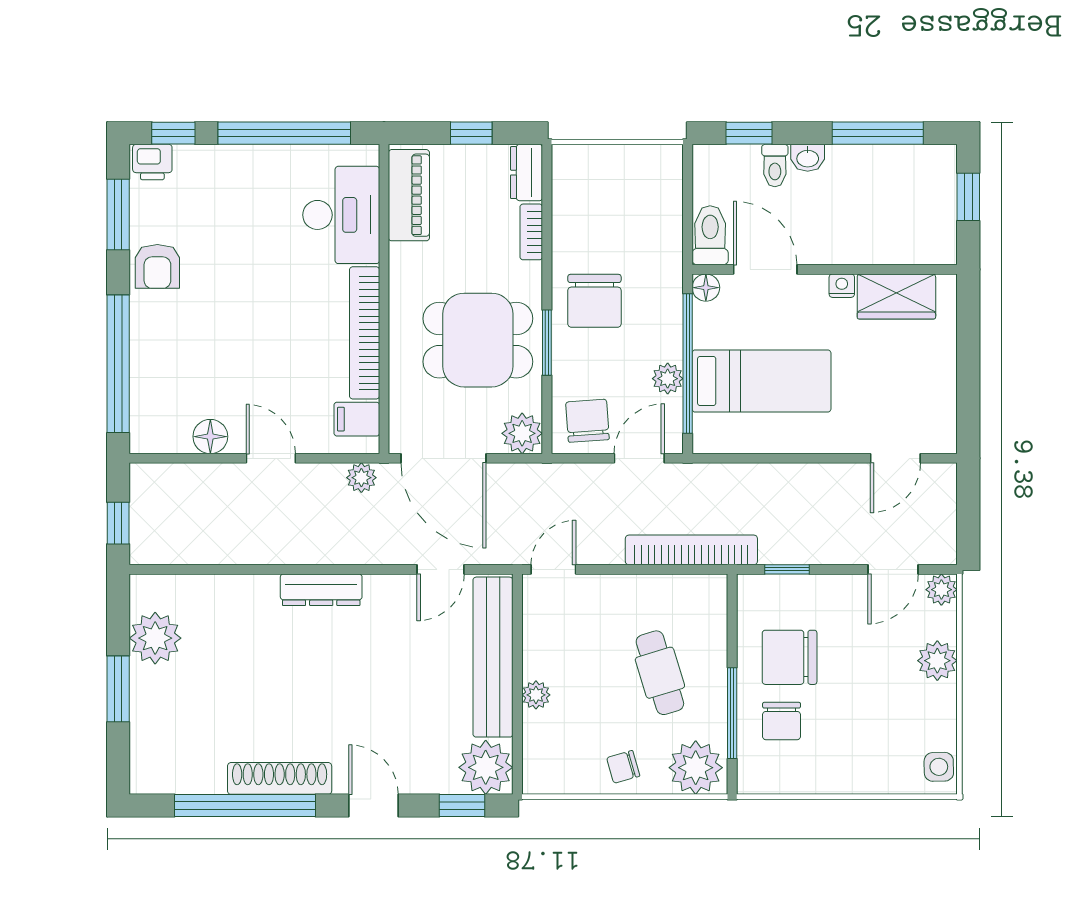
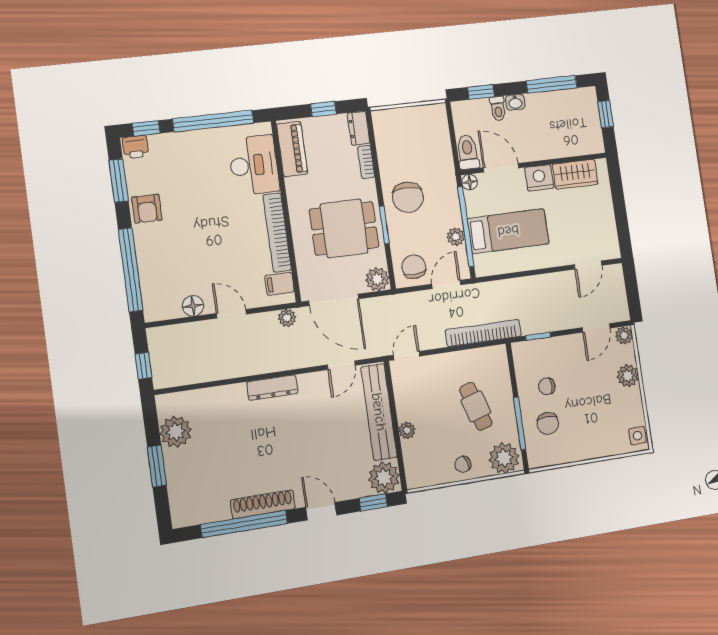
nightstand: (842, 286) -> (539, 178), width x1.89, depth x1.79
chair: (790, 657) -> (547, 386), width x0.54, depth x0.54

